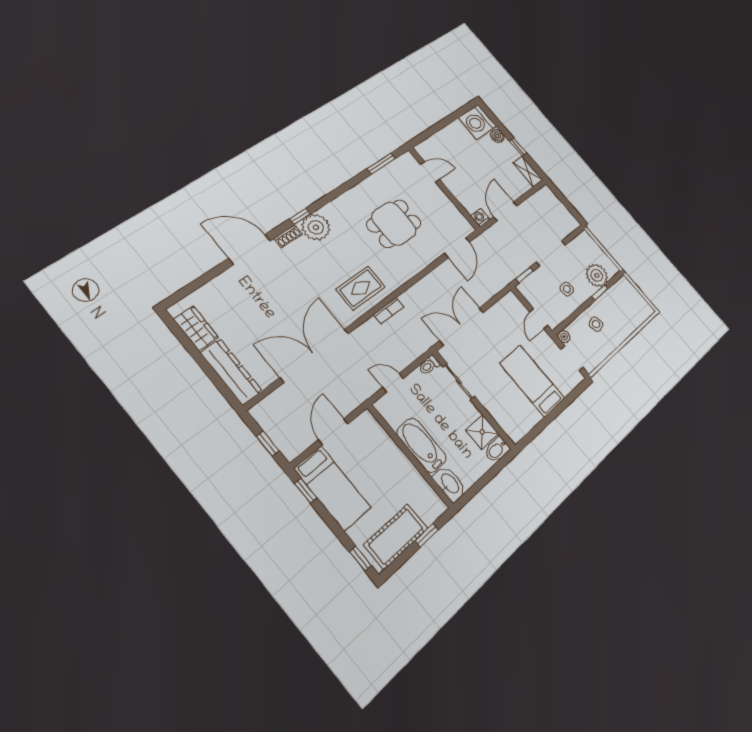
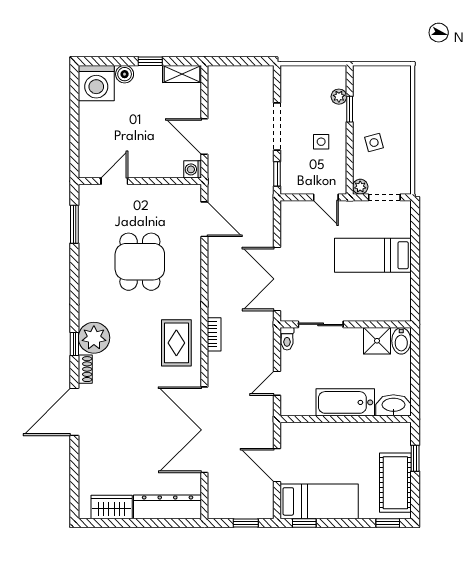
plant: (597, 275) -> (339, 97), width x0.53, depth x0.53

